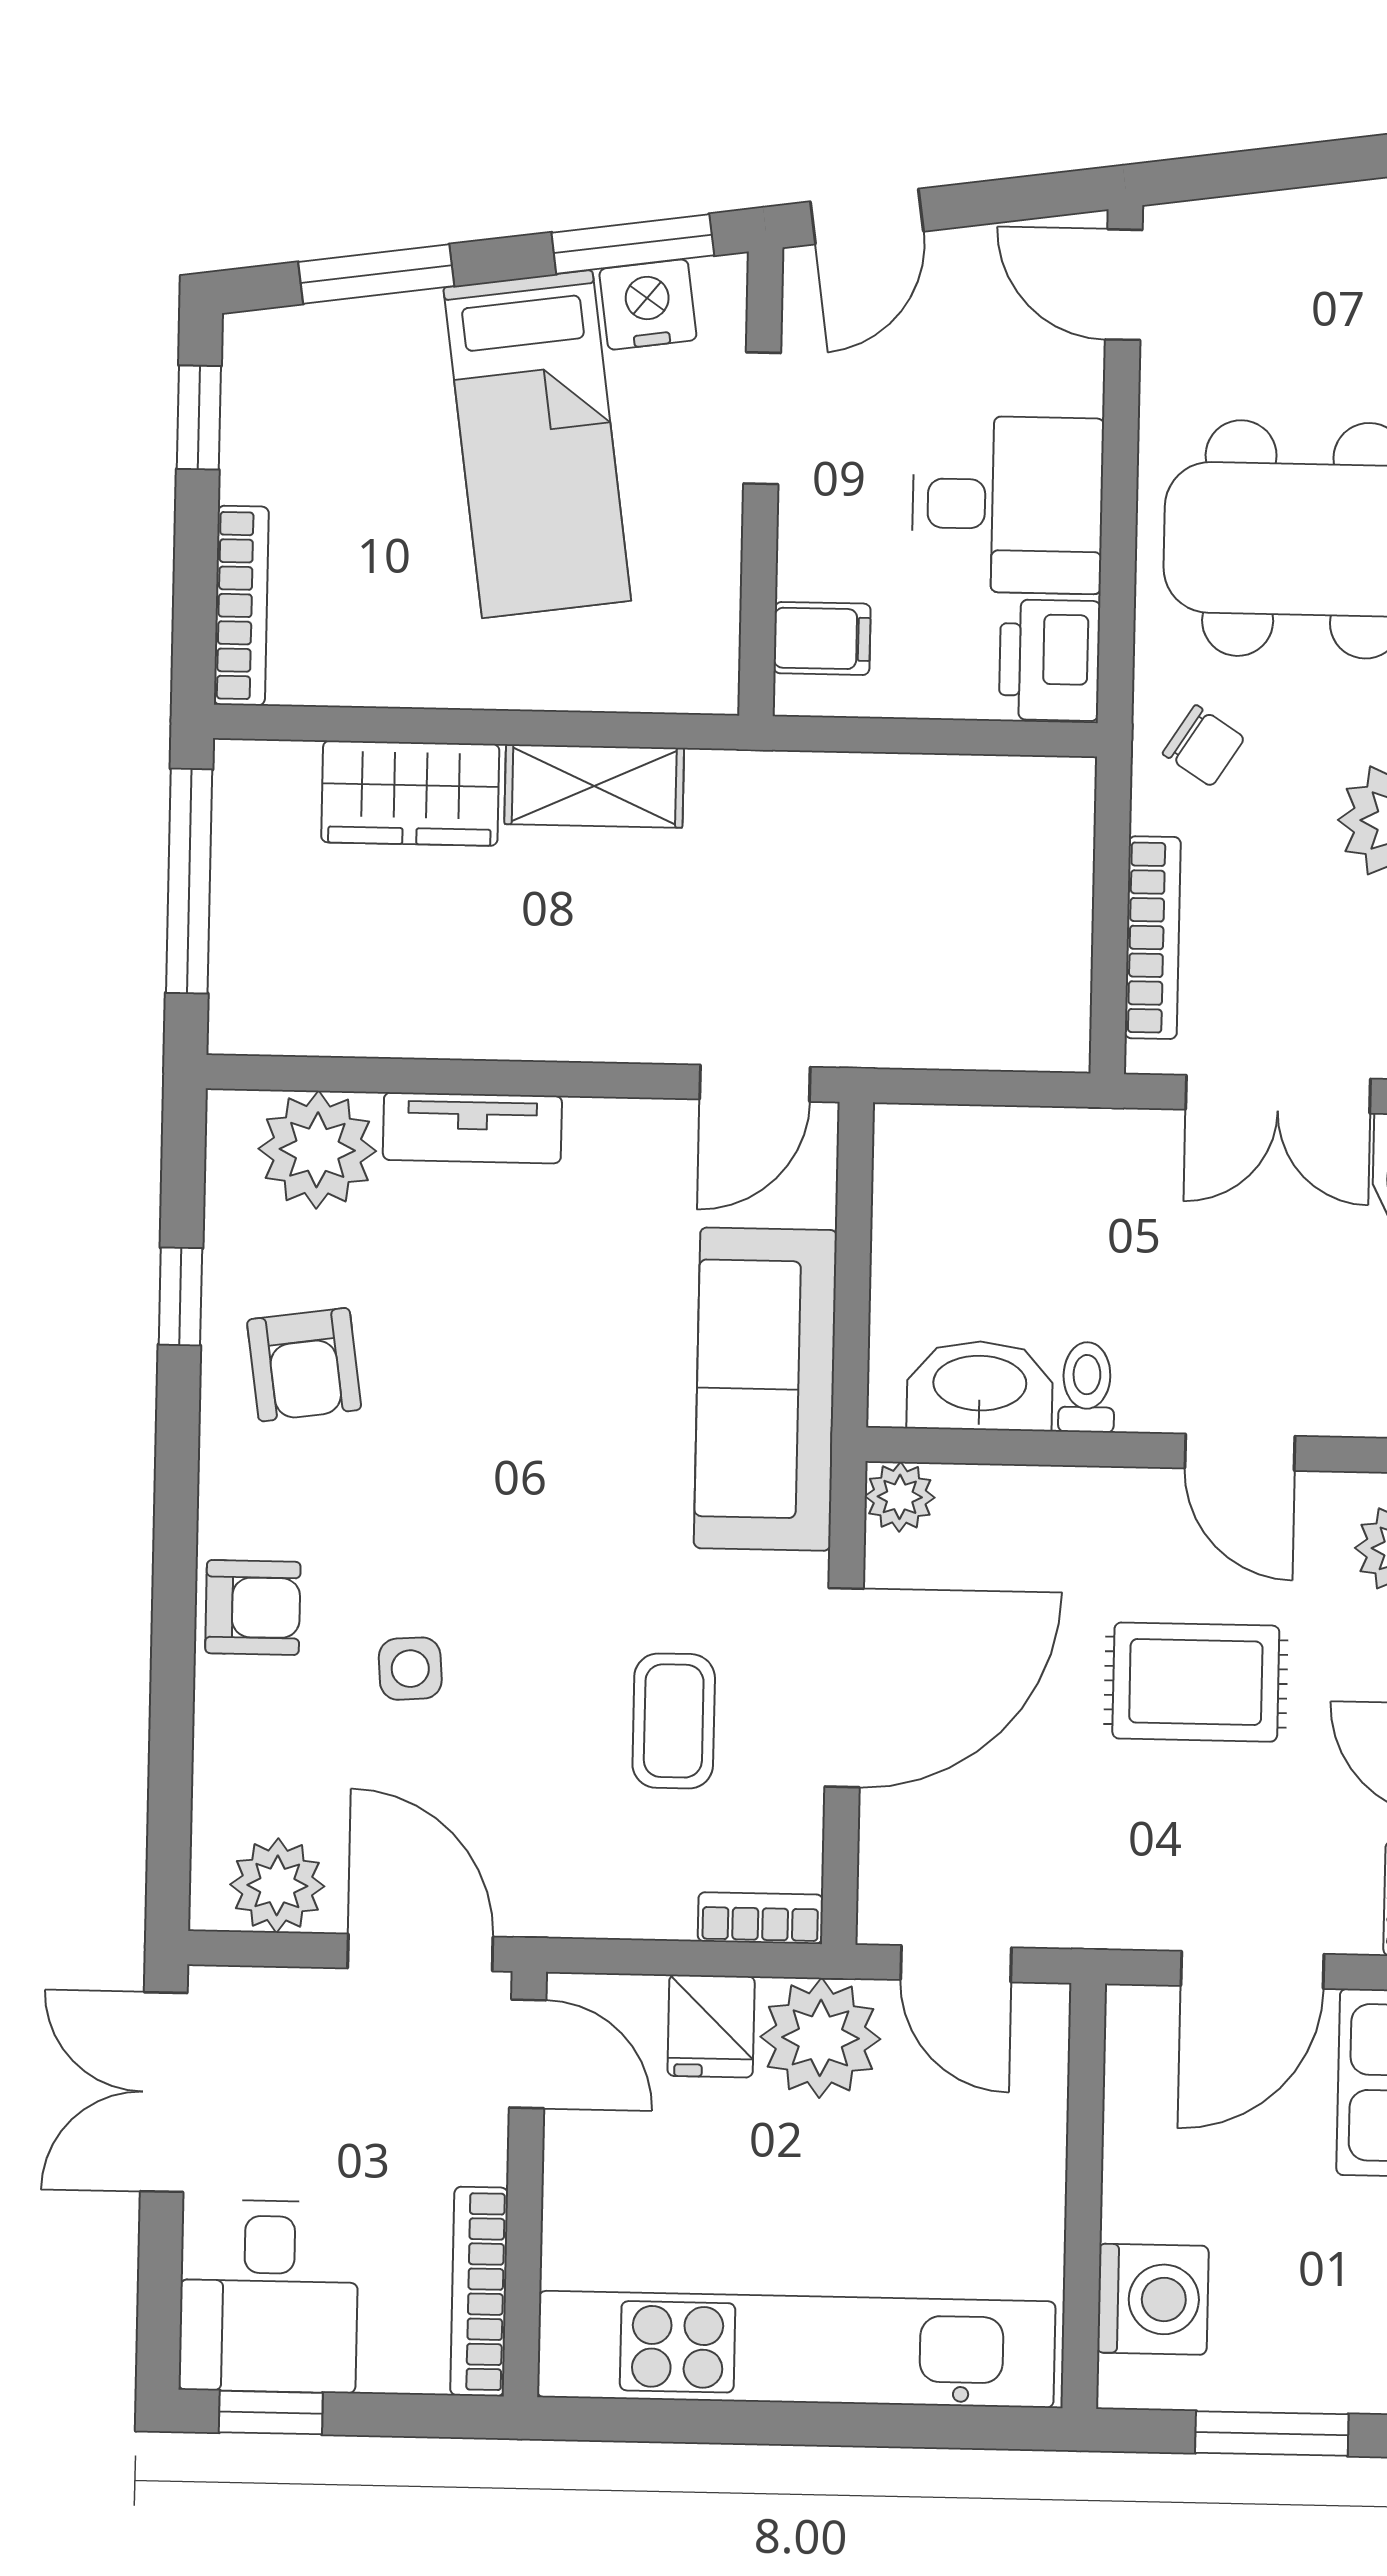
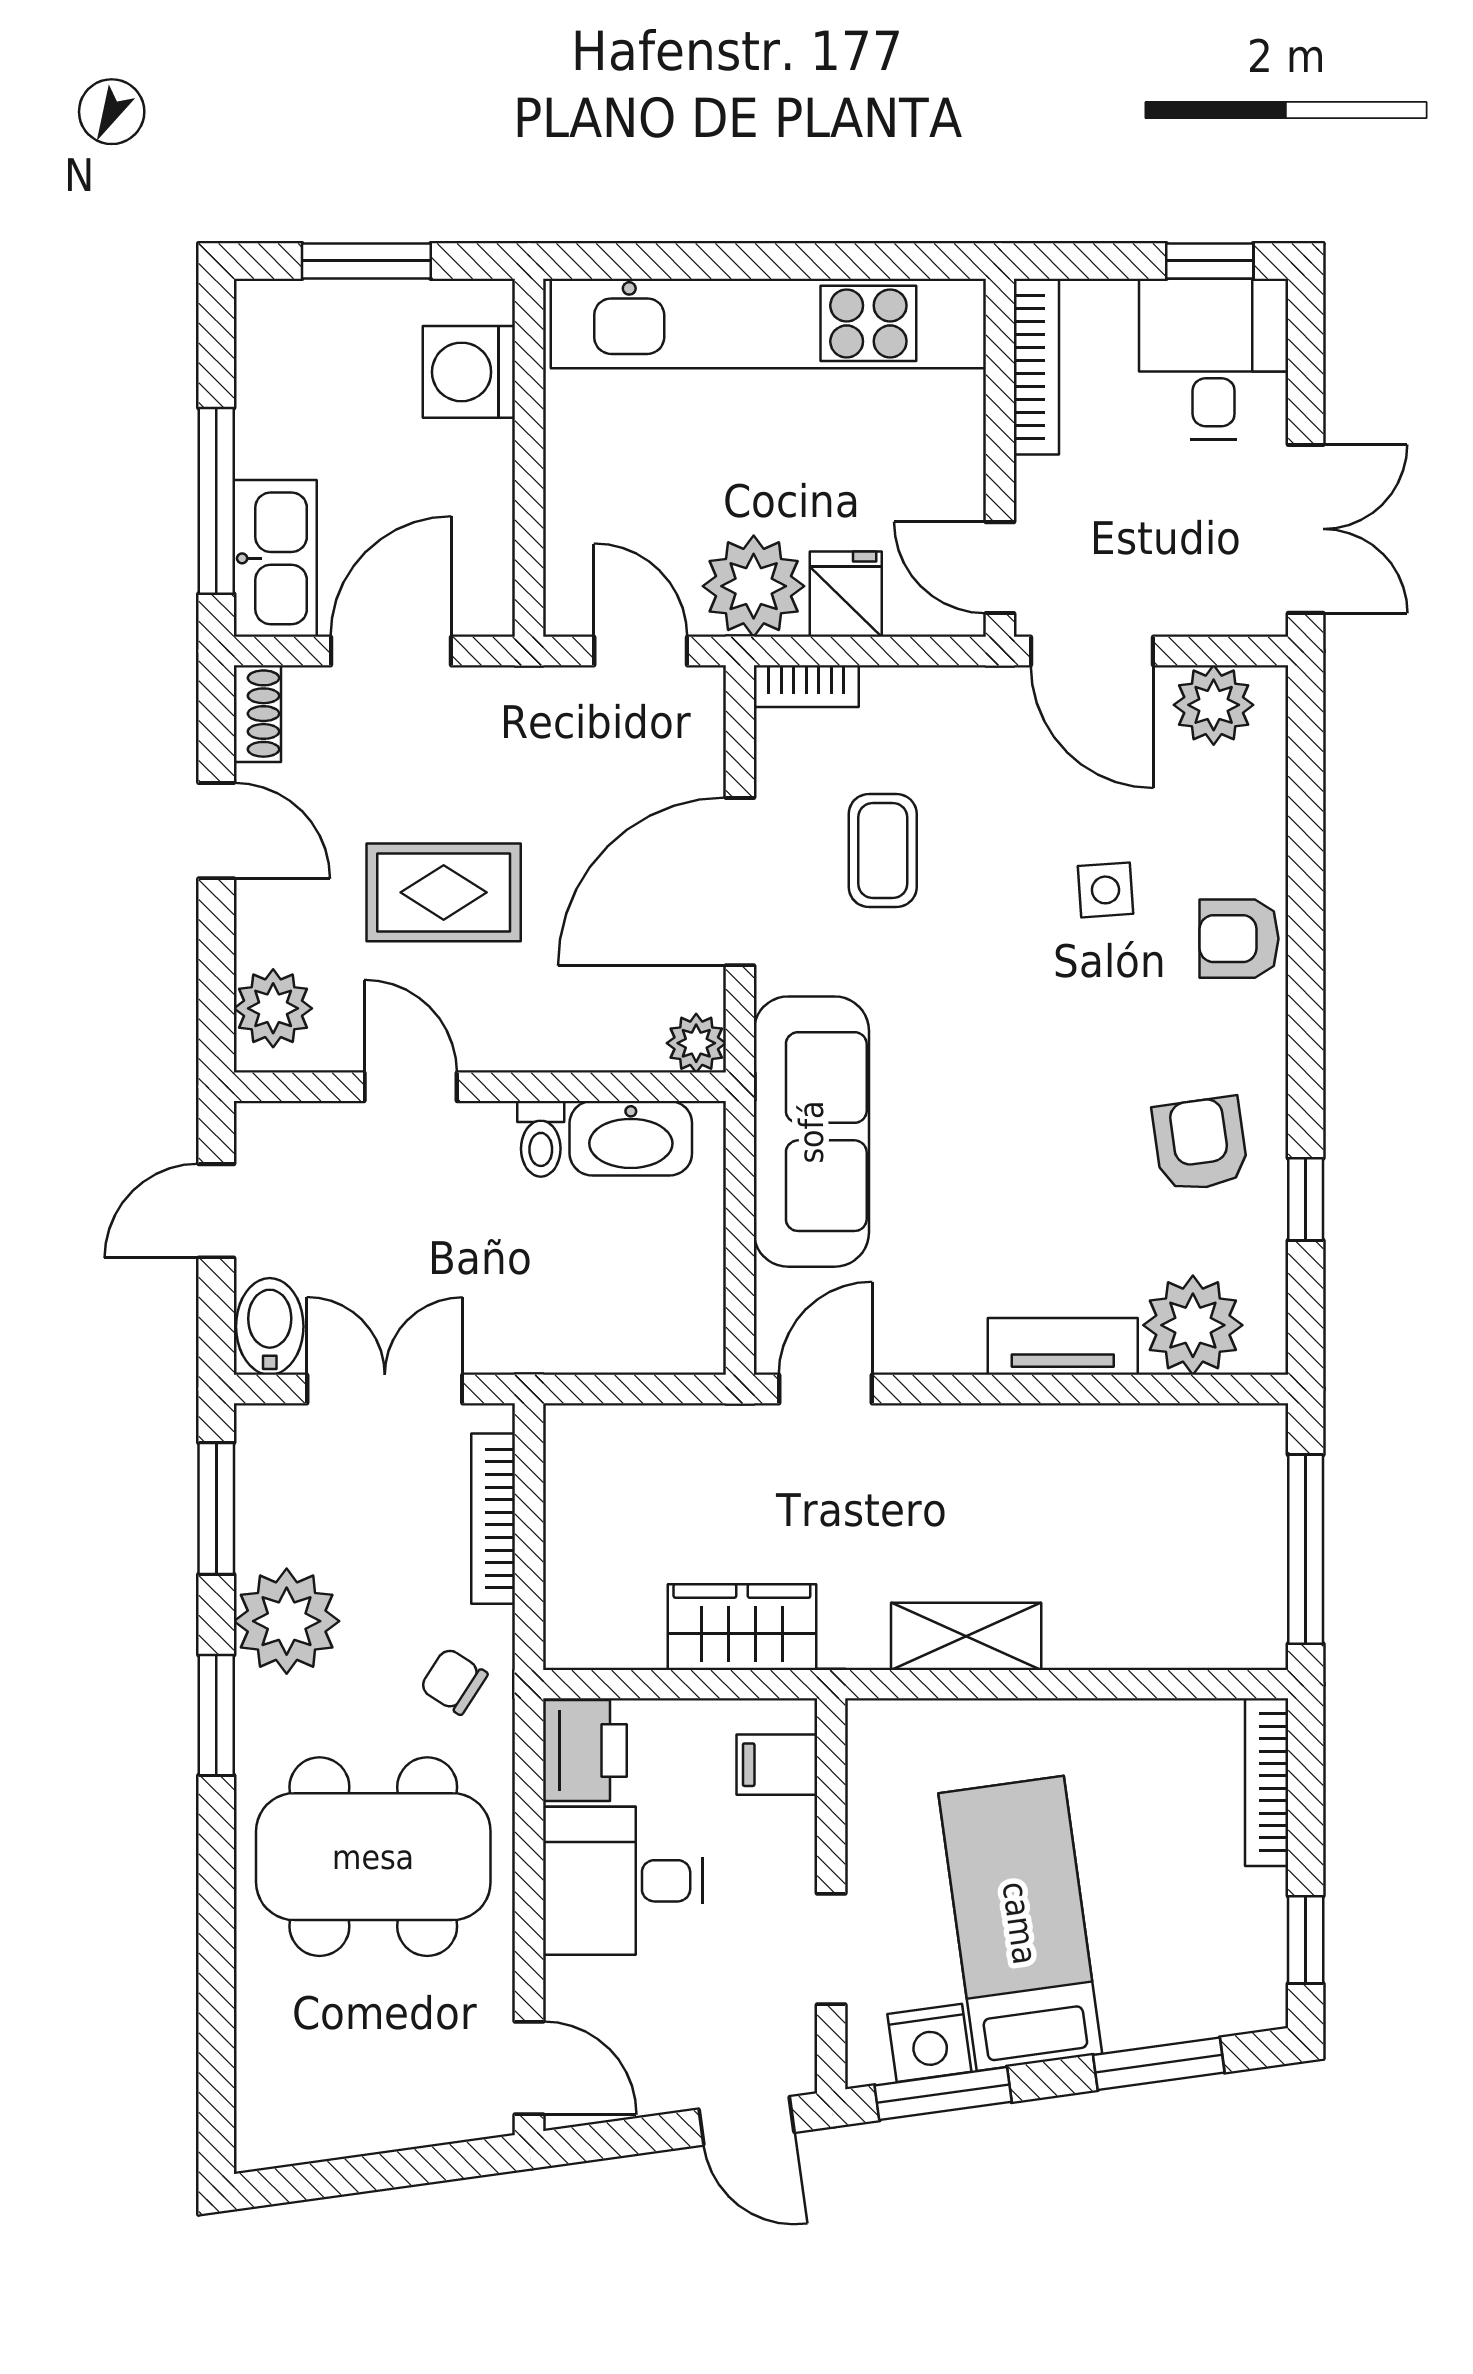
door: (867, 217) -> (747, 2121), swing flipped
wardrobe: (410, 793) -> (742, 1627), moved

